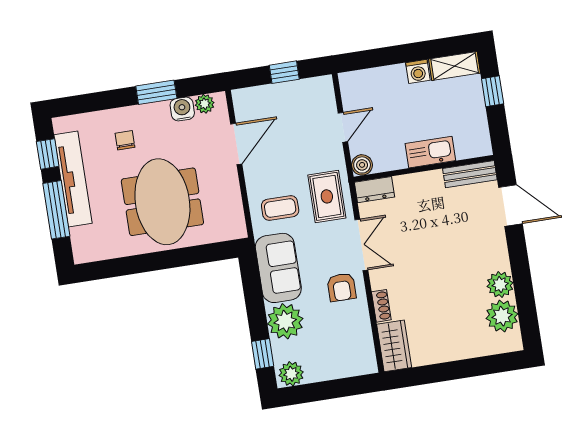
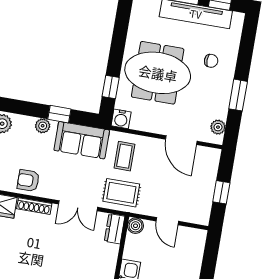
water cooler: (182, 109) -> (121, 119), moved, turned 90
window: (200, 254) -> (111, 87), added
armchair: (342, 287) -> (28, 180), moved
shoe rack: (381, 306) -> (34, 206), width x1.43
plant: (285, 321) -> (43, 126), width x0.53, depth x0.53
window: (263, 354) -> (59, 114), moved

